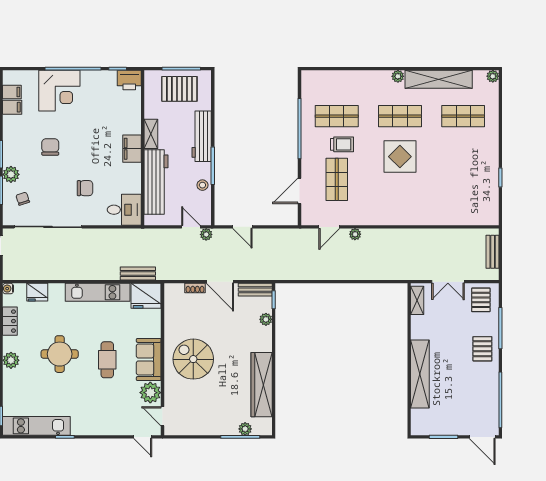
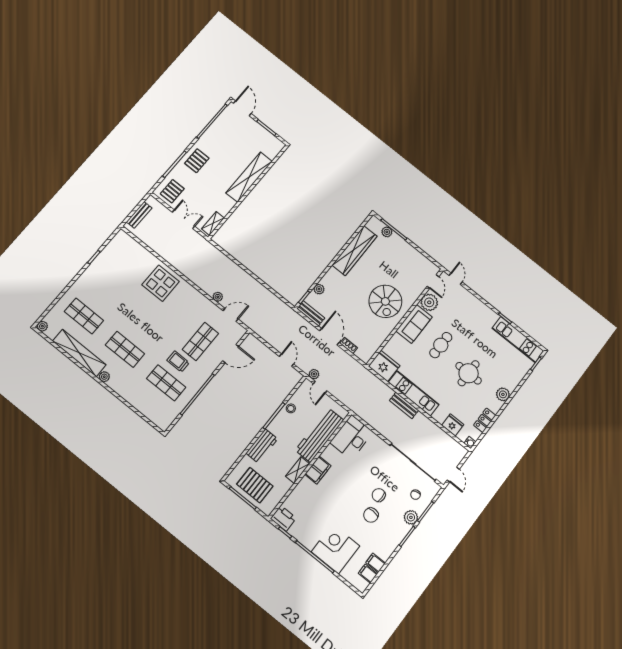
workbench: (202, 136) -> (262, 446), width x0.73
display table: (400, 157) -> (161, 283), moved
chair: (85, 188) -> (379, 495), moved
desk: (124, 210) -> (352, 437), width x1.37
bench: (138, 273) -> (404, 405), moved

